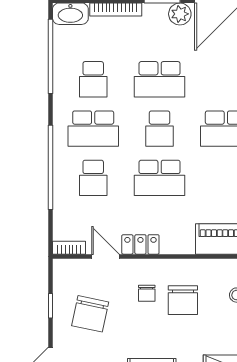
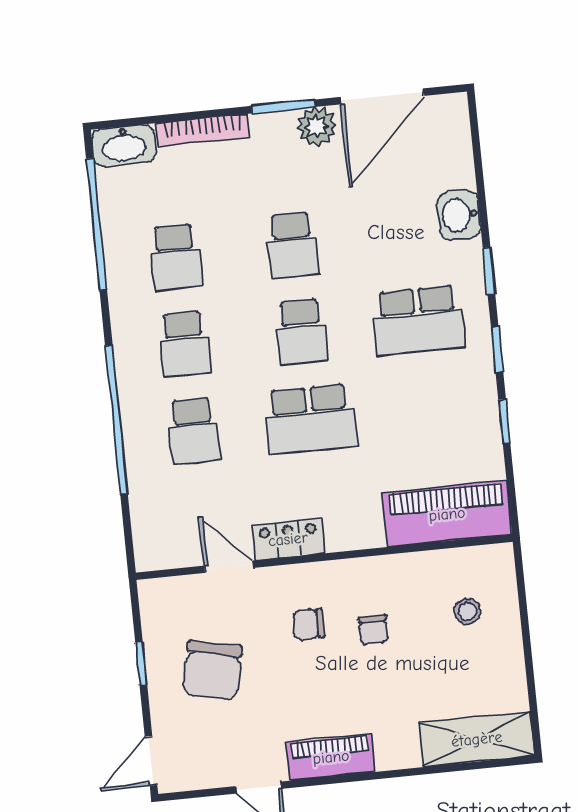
school desk: (160, 79) -> (293, 245), width x0.54
school desk: (93, 129) -> (185, 344), width x0.54
bookcase: (69, 248) -> (163, 558), removed
chair: (147, 293) -> (308, 624), turned 90
chair: (183, 300) -> (373, 630), width x0.54, depth x0.54

